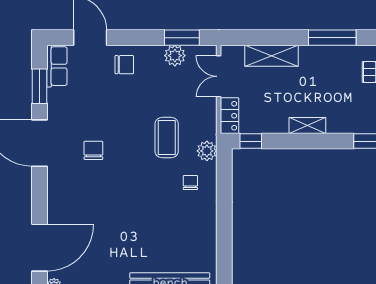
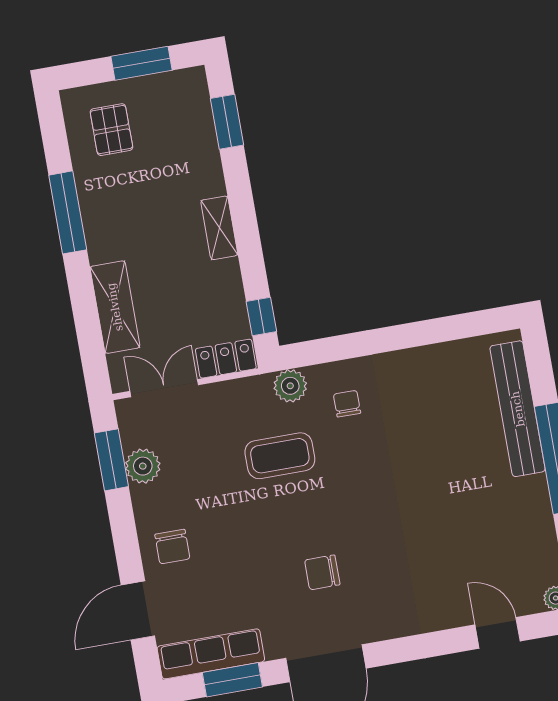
chair: (124, 65) -> (172, 547), turned 180
row of seats: (57, 66) -> (211, 654), width x1.48
double door: (219, 76) -> (164, 388), swing flipped
chair: (190, 183) -> (347, 404), turned 90
door: (39, 248) -> (498, 633), width x0.53

